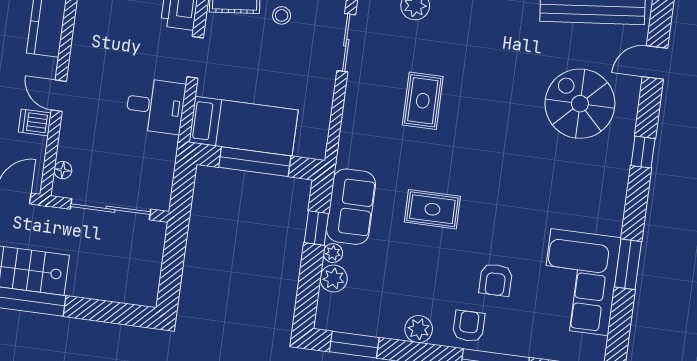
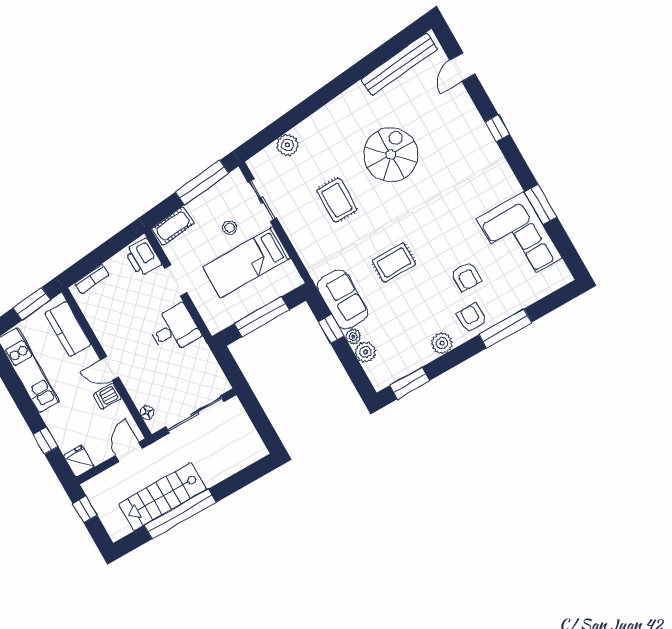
stool: (282, 15) -> (230, 228), moved
spiral stairs: (580, 104) -> (391, 155), moved, turned 90
bed: (243, 126) -> (247, 262), moved, turned 180

